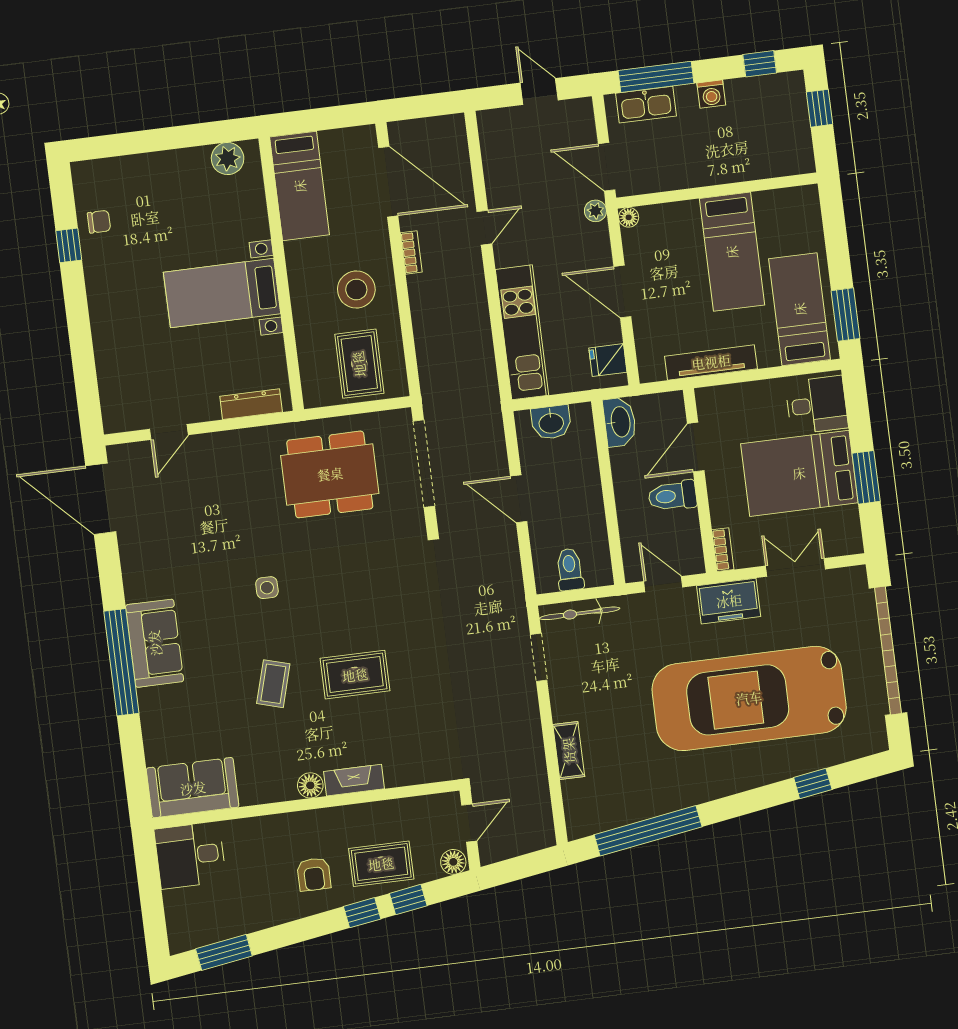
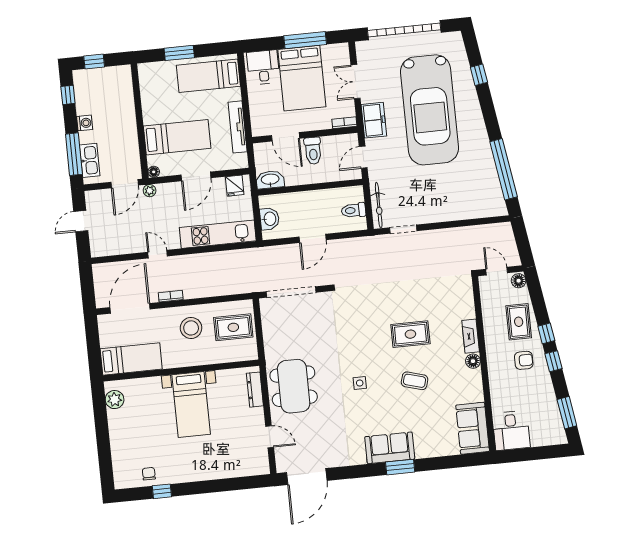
bed: (732, 252) -> (177, 137), moved
window: (846, 315) -> (179, 53), moved
dining table: (330, 474) -> (294, 386), moved
window: (866, 477) -> (305, 40), width x1.44
window: (121, 662) -> (400, 467), width x0.47
rug: (355, 675) -> (410, 334), turned 90
shelving: (569, 751) -> (457, 213), removed
window: (408, 900) -> (553, 361), moved

